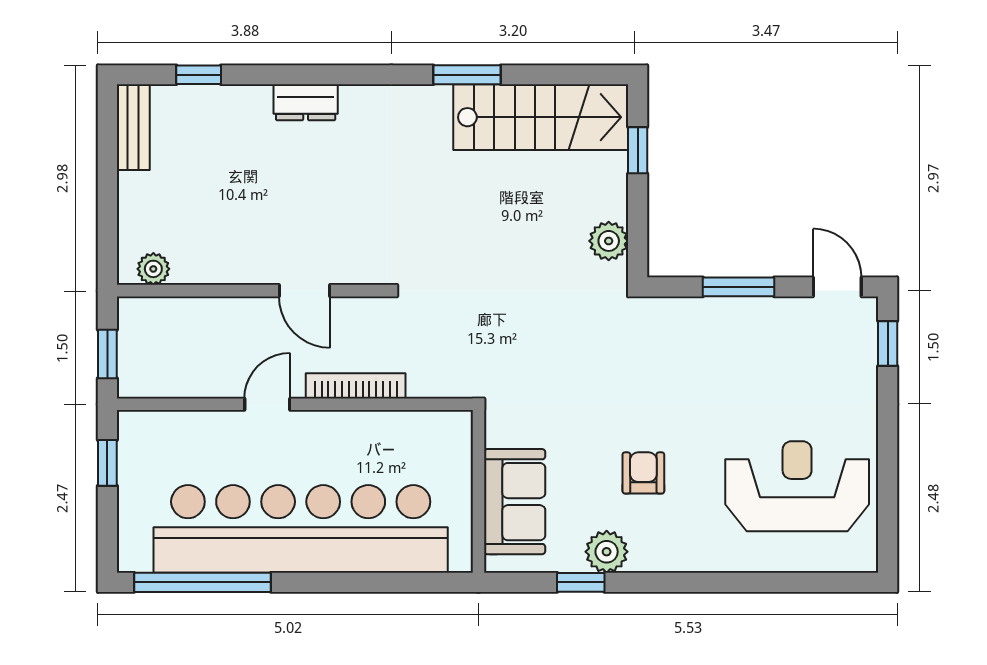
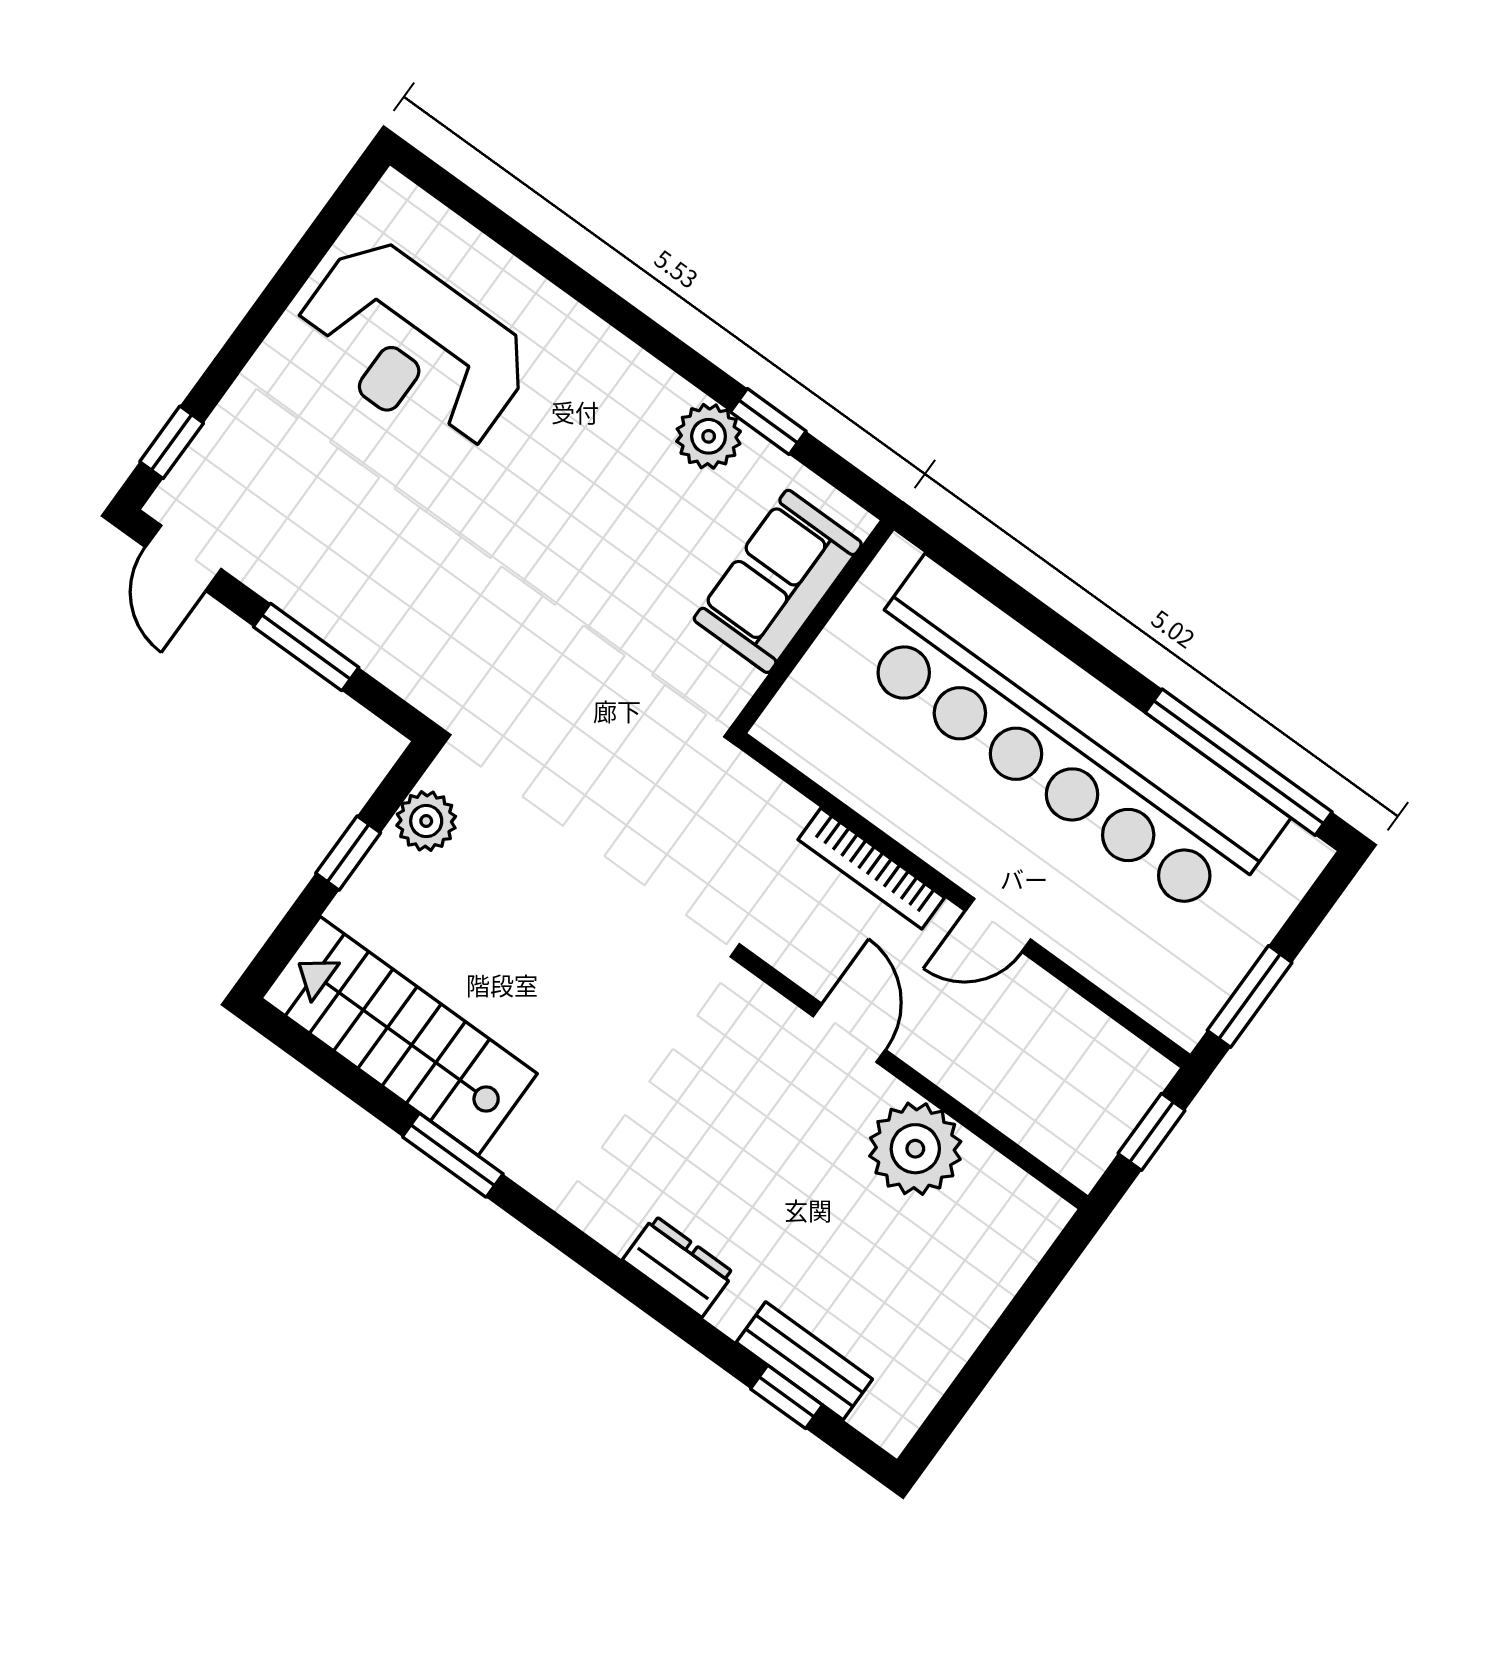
bench: (133, 127) -> (804, 1361), moved, turned 90
window: (638, 150) -> (348, 853), moved
plant: (153, 269) -> (915, 1149), moved, width x1.87, depth x1.87
window: (107, 463) -> (1250, 996), width x1.50
armchair: (643, 473) -> (592, 501), removed

